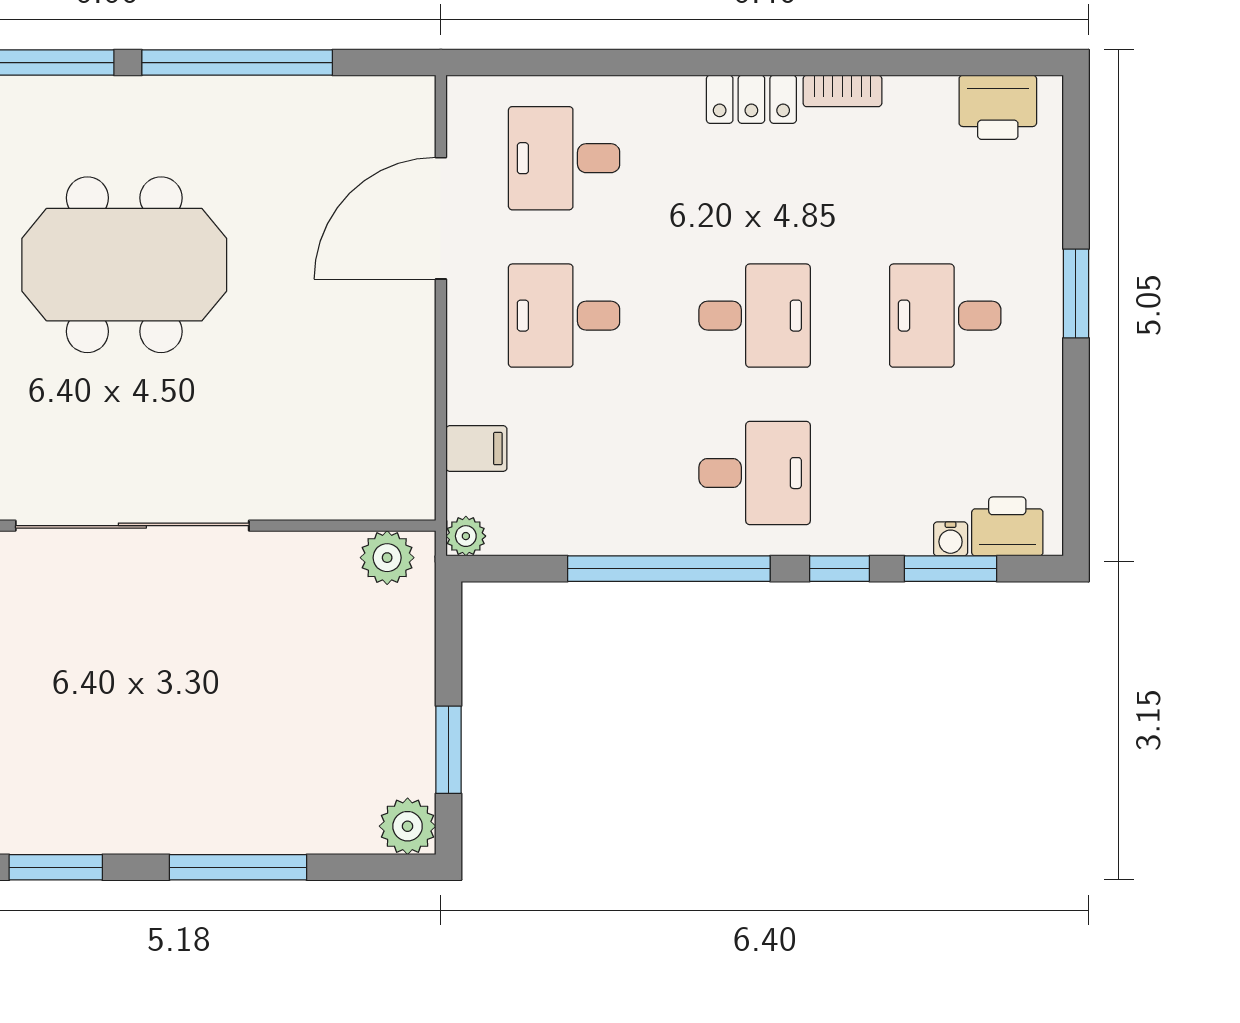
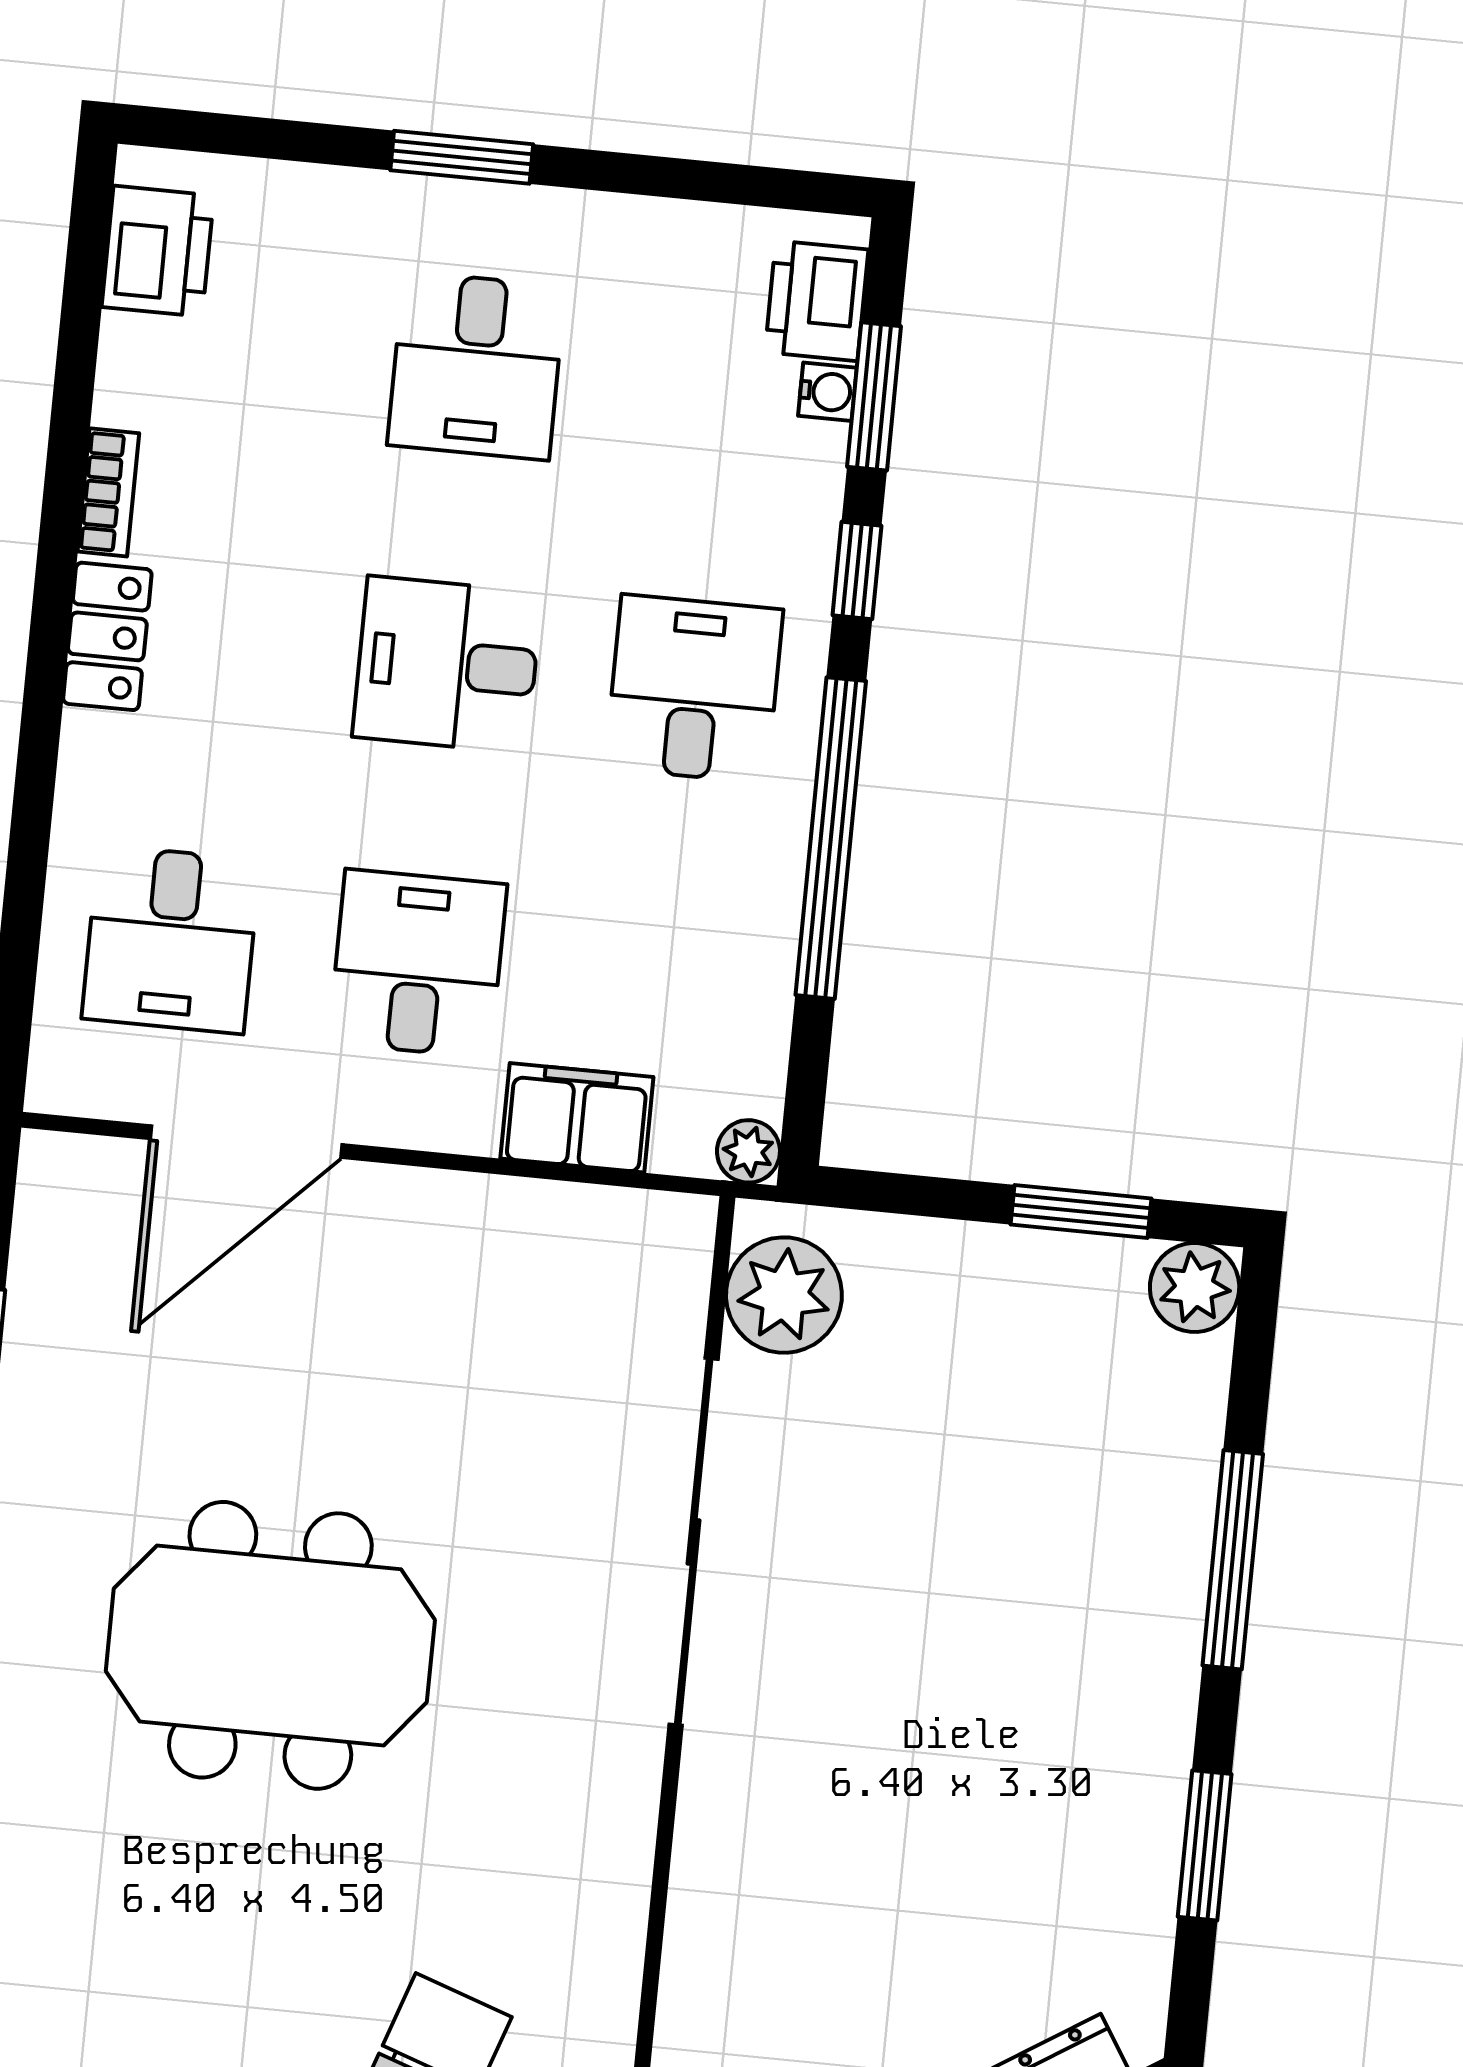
door: (441, 218) -> (246, 1142), hinge flipped
meeting table: (124, 265) -> (270, 1645), turned 90
desk: (564, 316) -> (418, 963), turned 180
desk: (755, 316) -> (447, 665), turned -90
filing cabinet: (476, 449) -> (577, 1118), width x2.00
sliding door: (132, 526) -> (694, 1542), moved
plant: (387, 558) -> (784, 1295), width x1.36, depth x1.36

